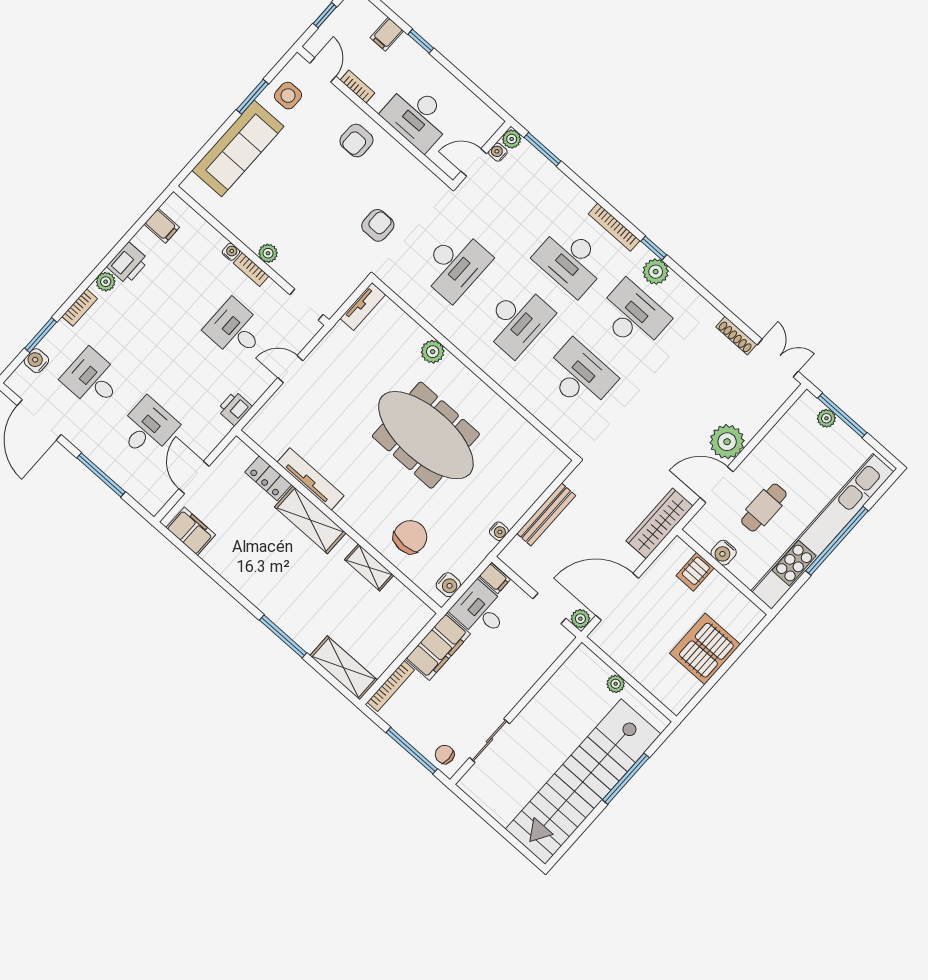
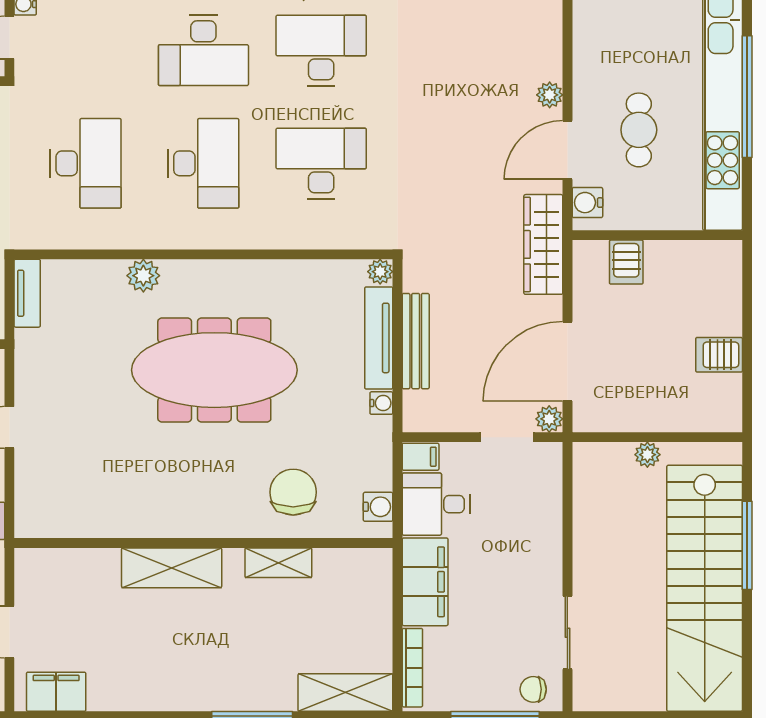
plant: (727, 442) -> (550, 95), width x0.53, depth x0.53
plant: (560, 461) -> (380, 272), added
locker: (268, 478) -> (88, 563), removed
tv unit: (311, 479) -> (379, 338), moved, turned -90
water cooler: (724, 553) -> (587, 203), moved, turned 90
server rack: (705, 649) -> (719, 355), width x0.46, depth x0.70

